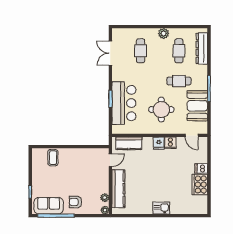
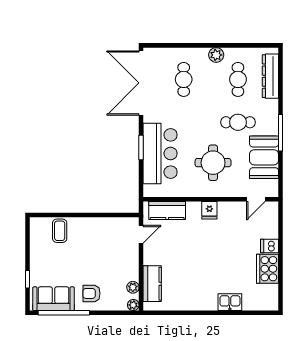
double door: (110, 53) -> (141, 83), width x1.87
door: (192, 135) -> (256, 199), hinge flipped
cooker: (170, 143) -> (226, 210), removed
kitchen counter: (118, 189) -> (152, 284), width x0.67
kitchen sink: (161, 208) -> (230, 302), moved

